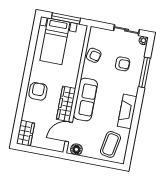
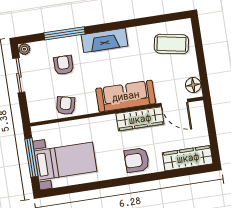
fireplace: (127, 111) -> (104, 40), moved
wardrobe: (26, 133) -> (188, 158), width x1.50

